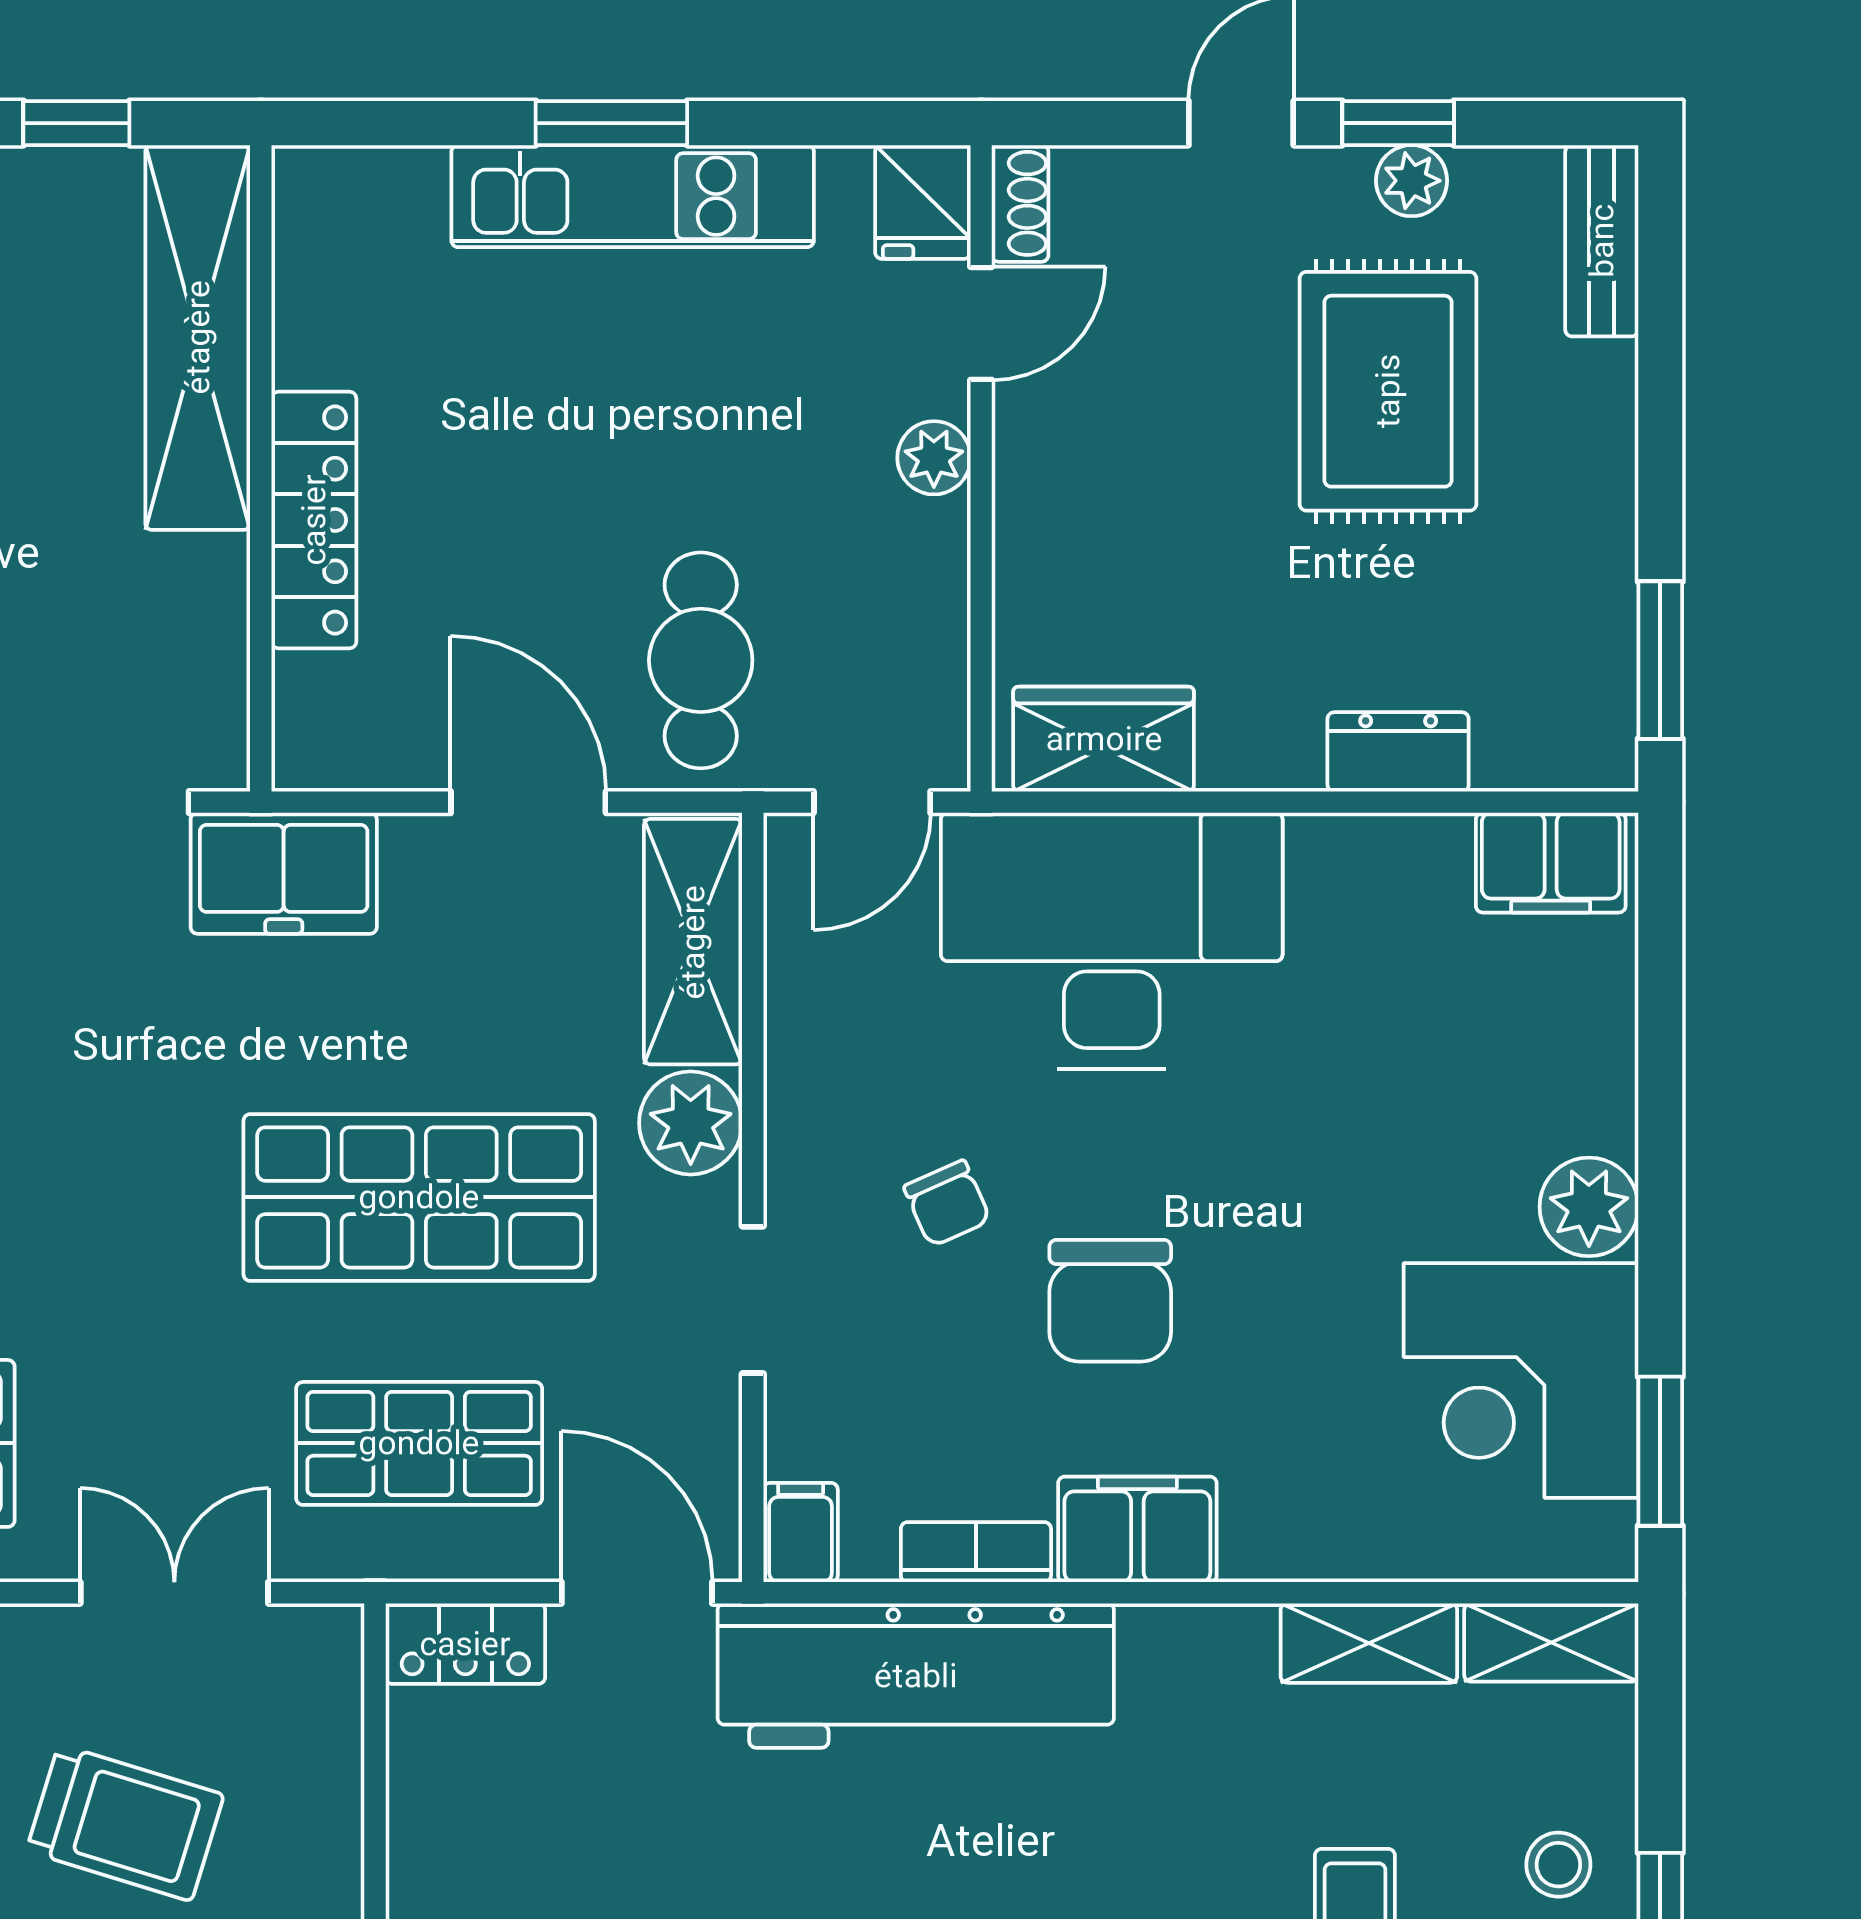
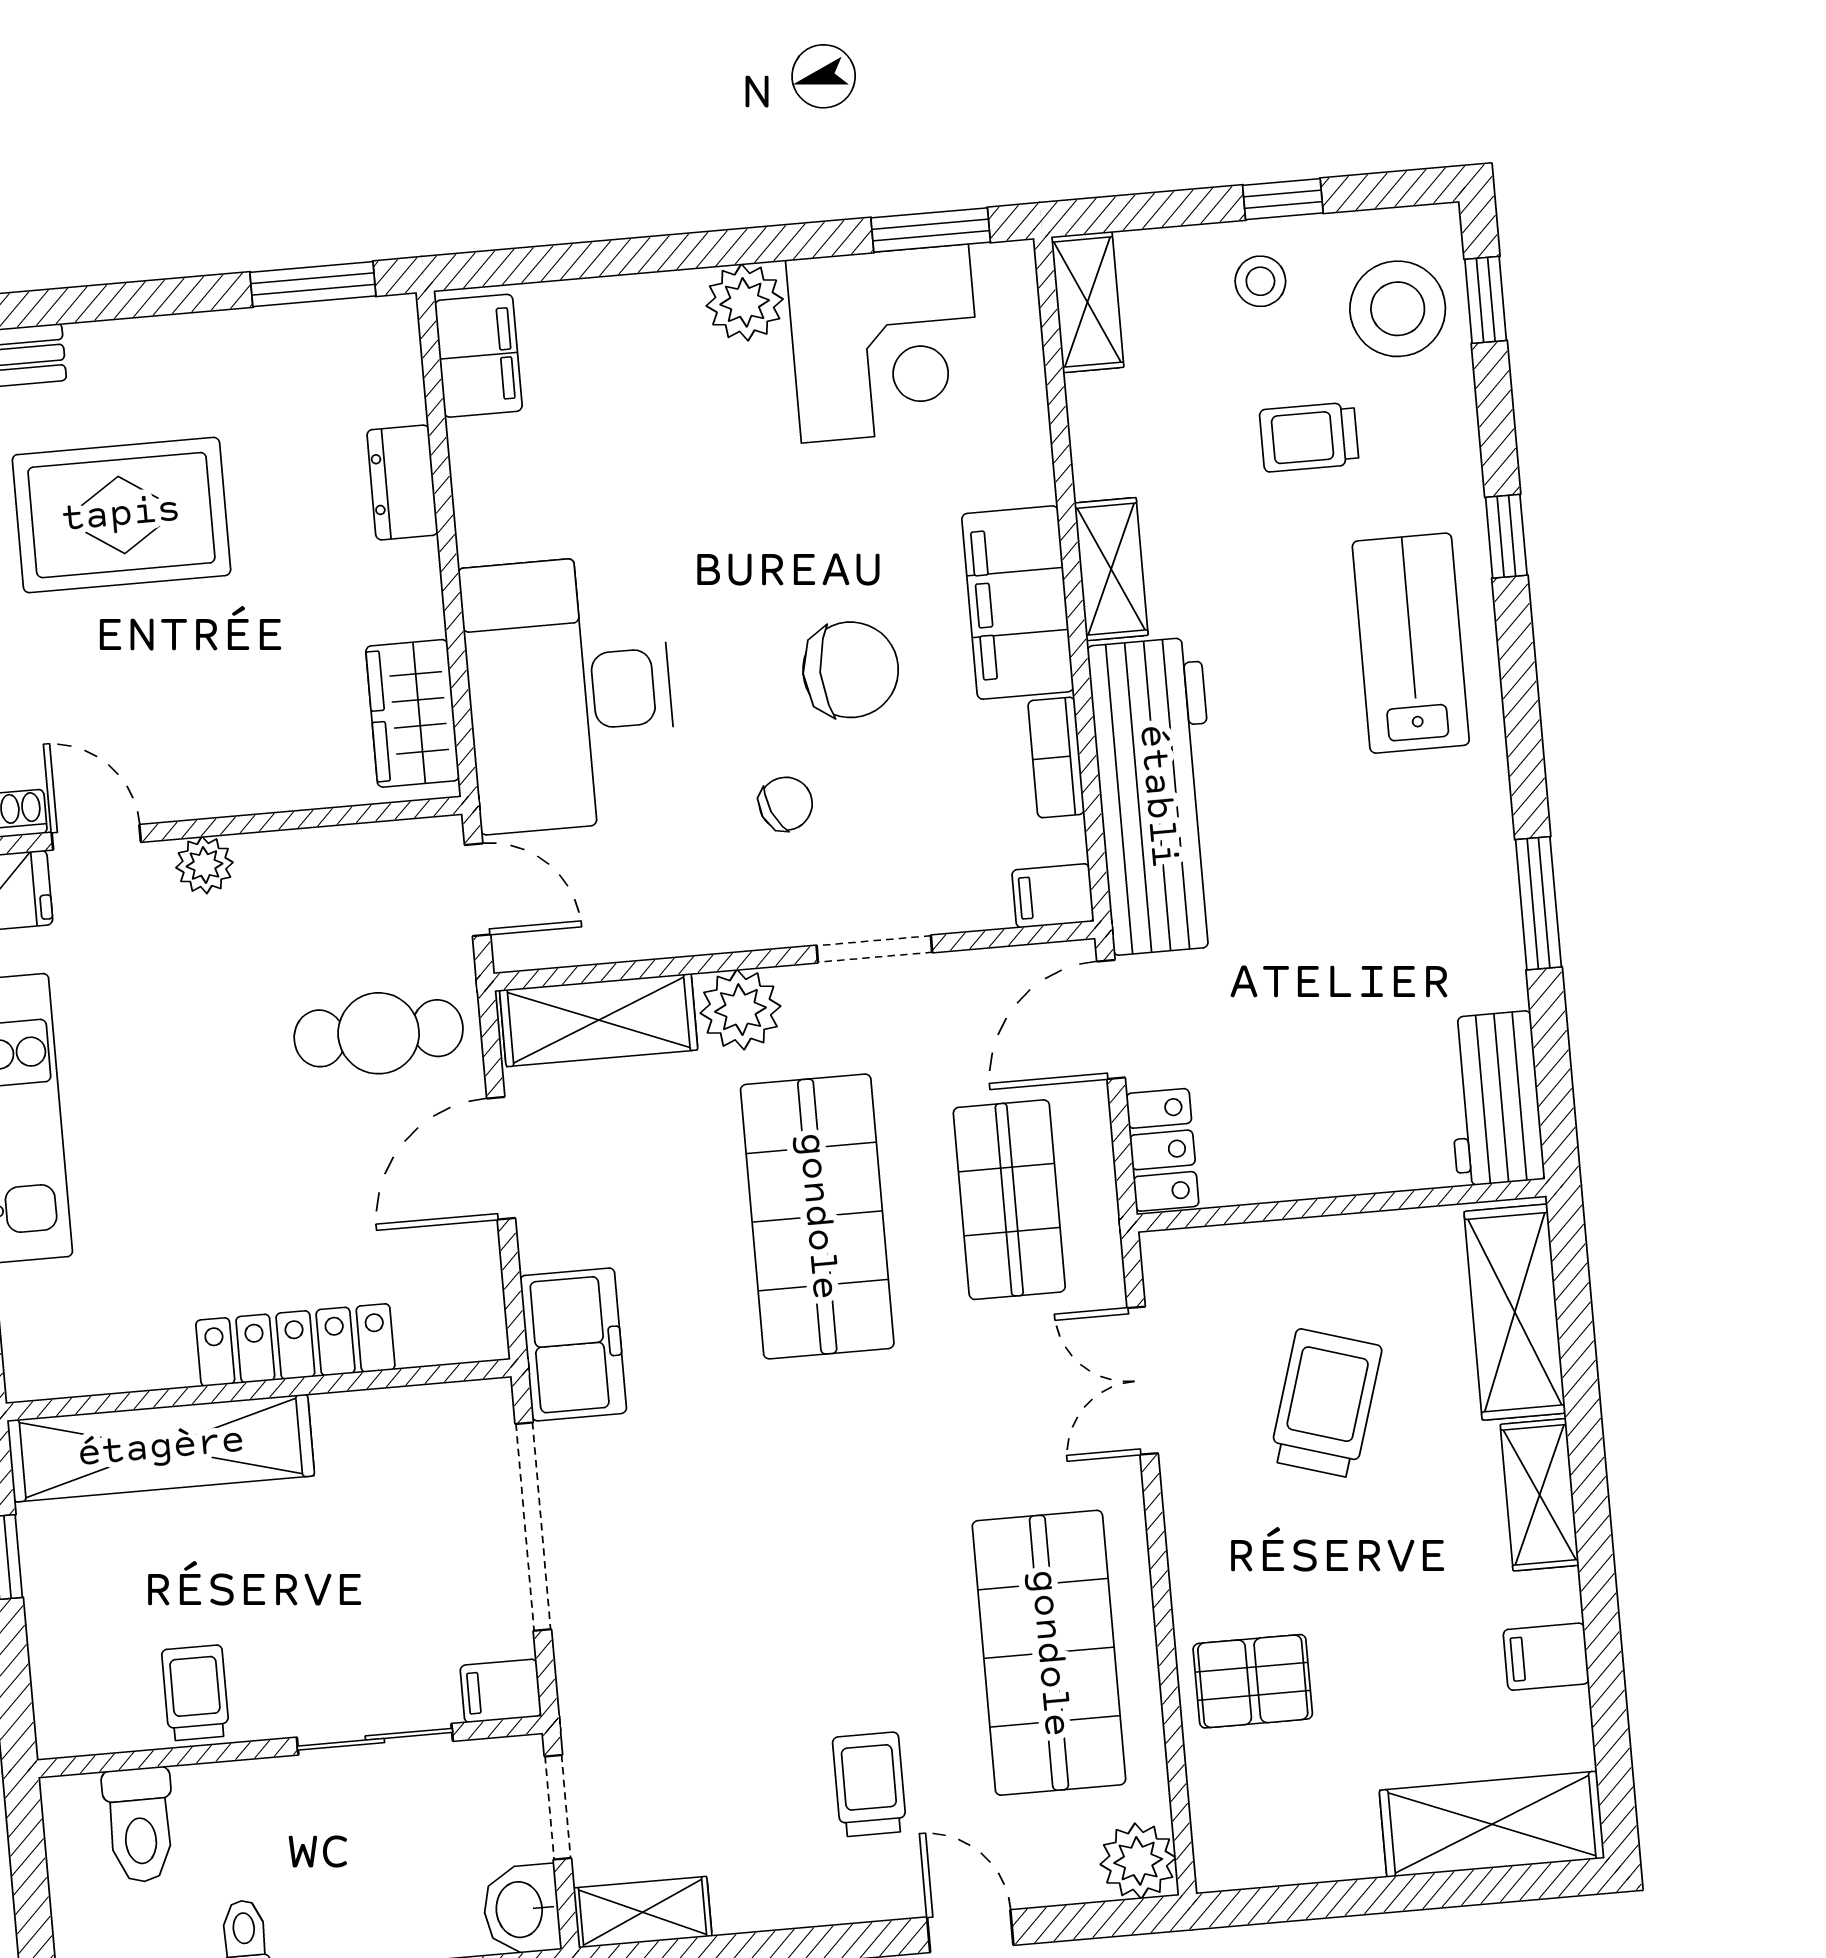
filing cabinet: (1137, 1529) -> (1018, 603), width x1.50, depth x1.17
shelving: (1369, 1643) -> (1111, 569), moved

